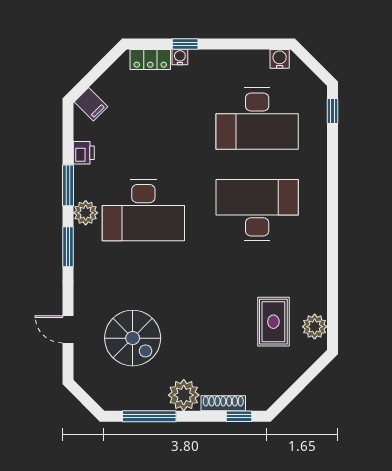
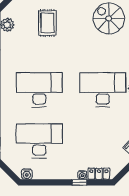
desk: (257, 210) -> (39, 90), turned 180
rug: (273, 322) -> (47, 23), moved

